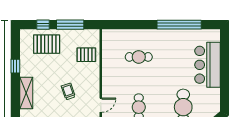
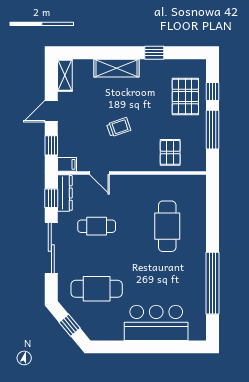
cafe table: (139, 57) -> (167, 226), width x1.37, depth x1.35

